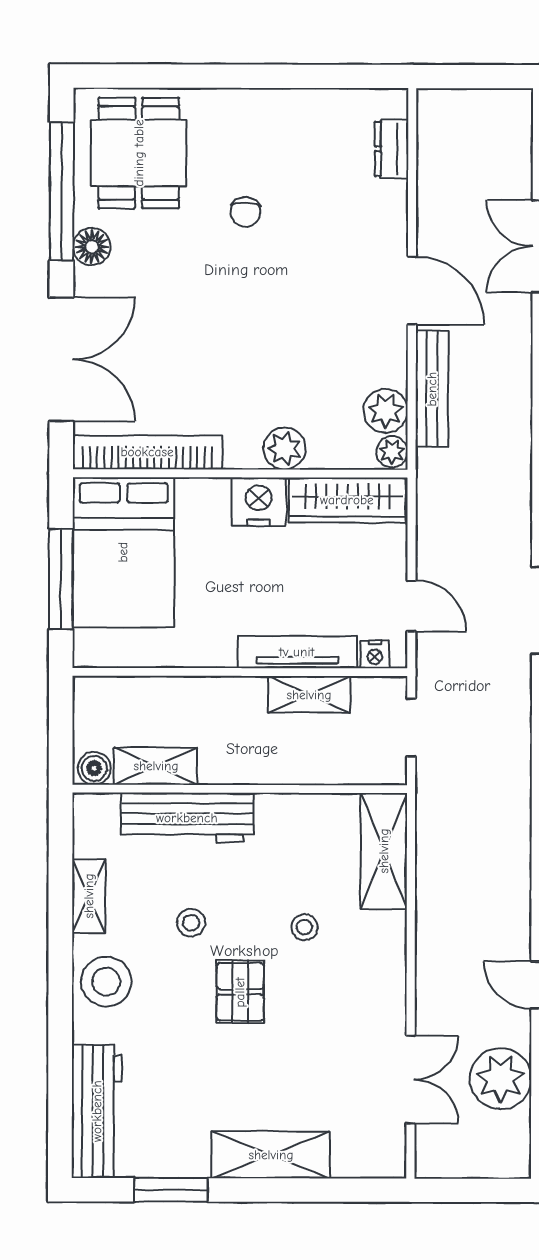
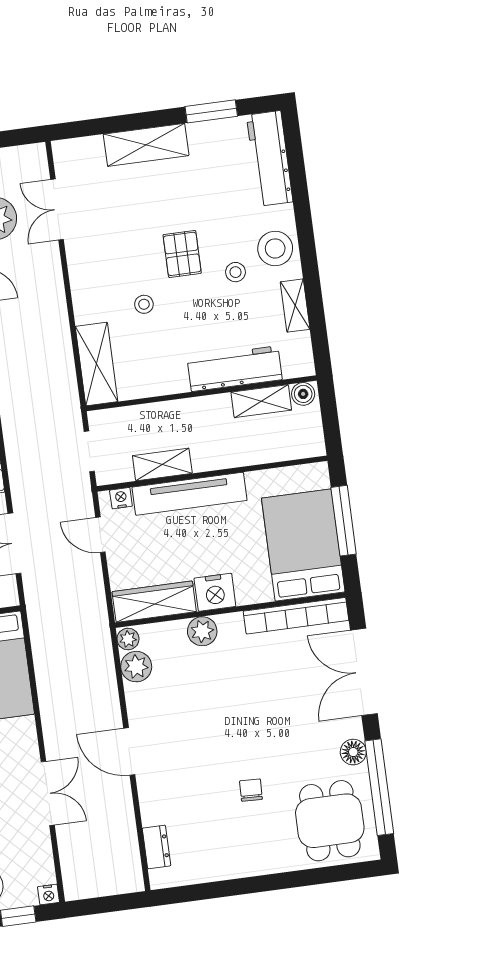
bench: (432, 389) -> (106, 686), removed
tv unit: (297, 652) -> (190, 494), width x1.36, depth x1.29
stool: (191, 923) -> (235, 272), moved

